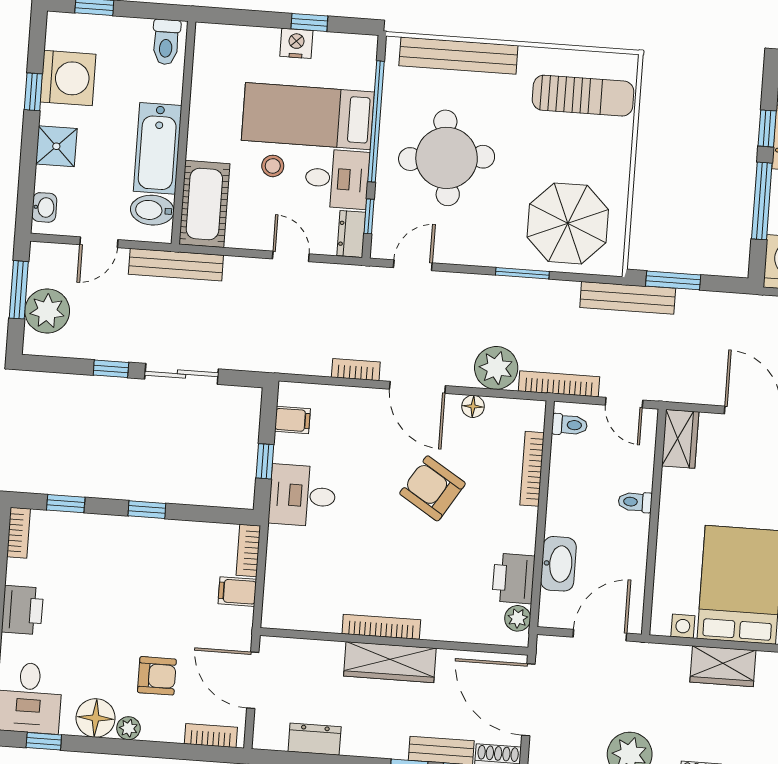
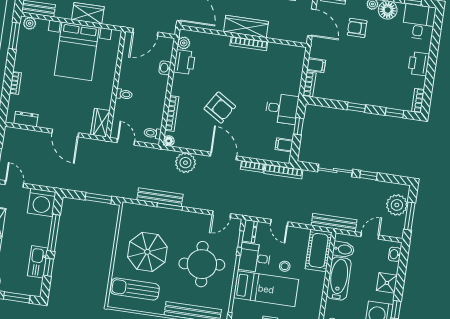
parasol: (568, 223) -> (147, 252), moved
bench: (628, 298) -> (160, 197), moved
bookcase: (559, 384) -> (283, 172), moved
floor lamp: (473, 406) -> (169, 141), moved
washbasin: (558, 564) -> (165, 68), width x0.52, depth x0.69

